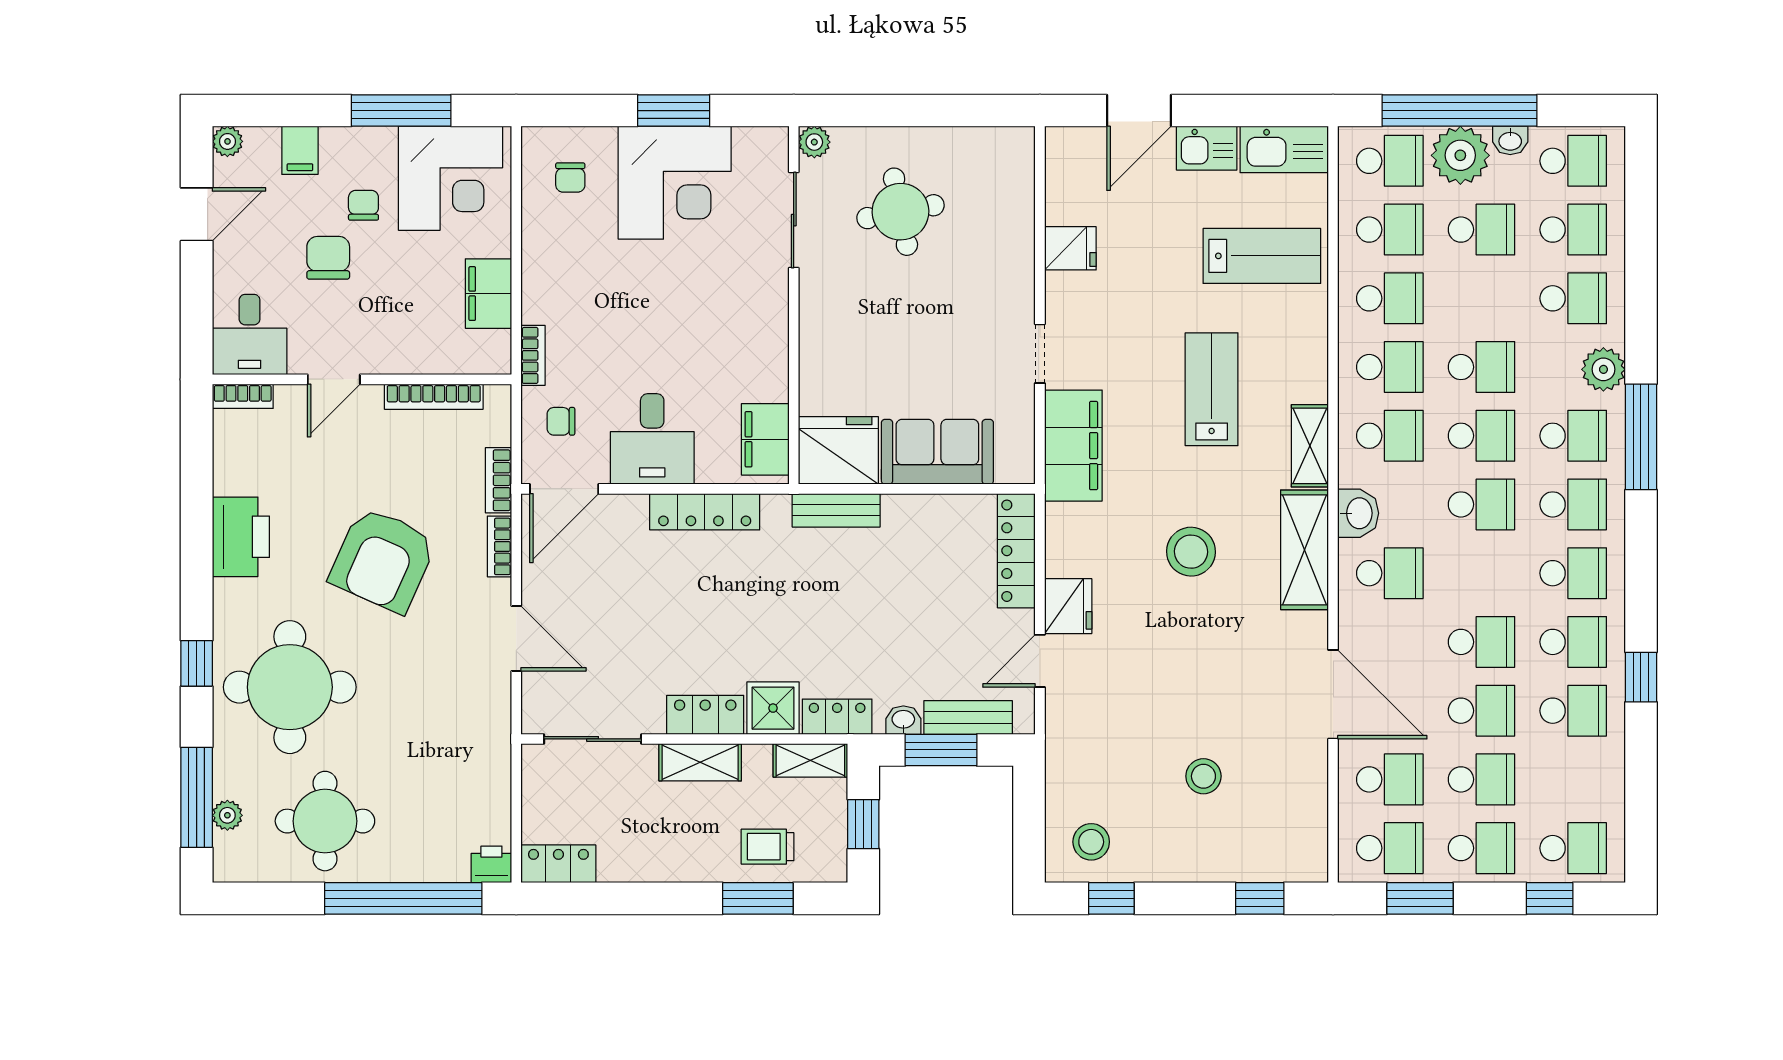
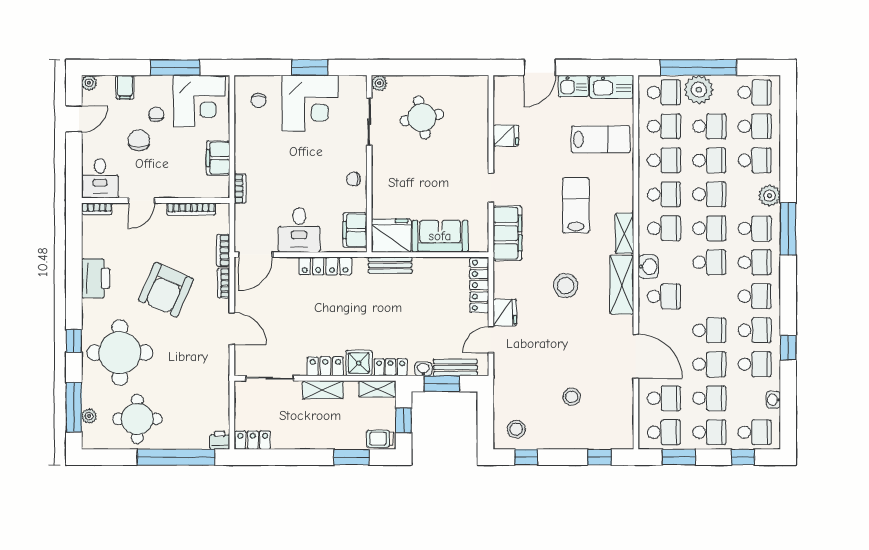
washbasin: (1510, 140) -> (773, 400), moved, turned 90
school desk: (1482, 298) -> (709, 160), added
chair: (561, 421) -> (354, 179), moved
trolley: (767, 847) -> (380, 439), moved

